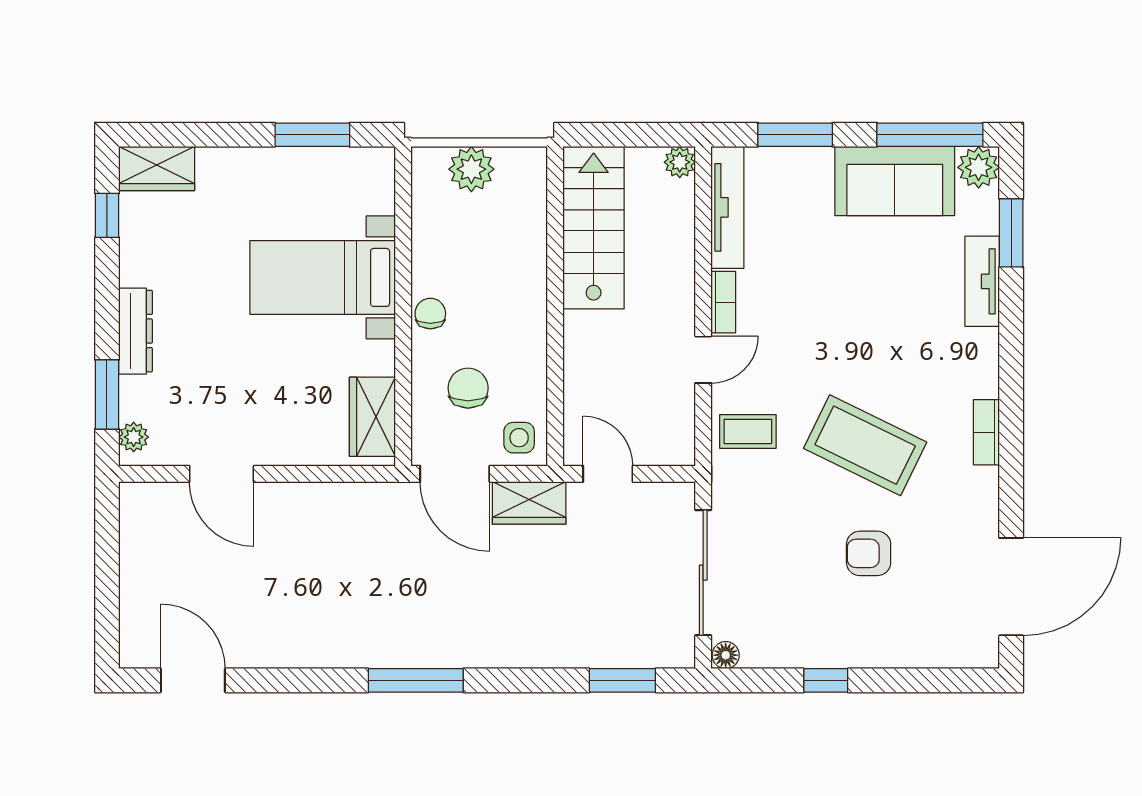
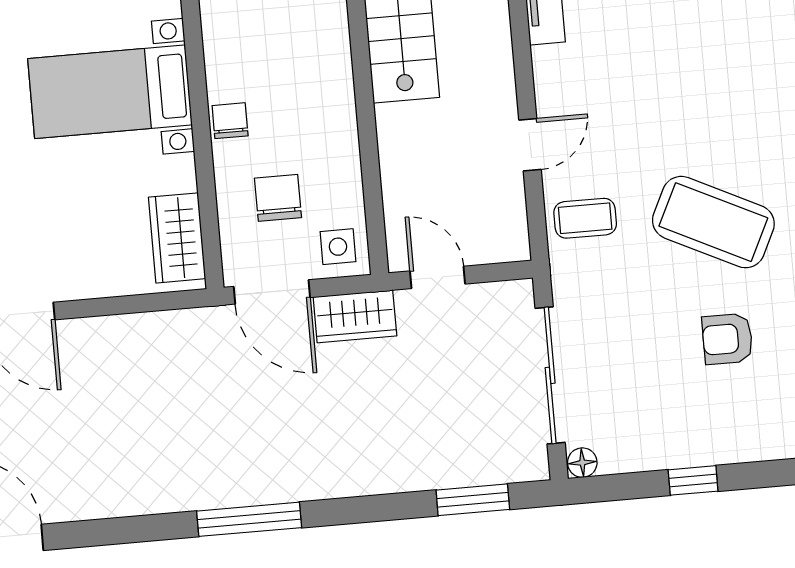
bookcase: (723, 302) -> (546, 81), removed

